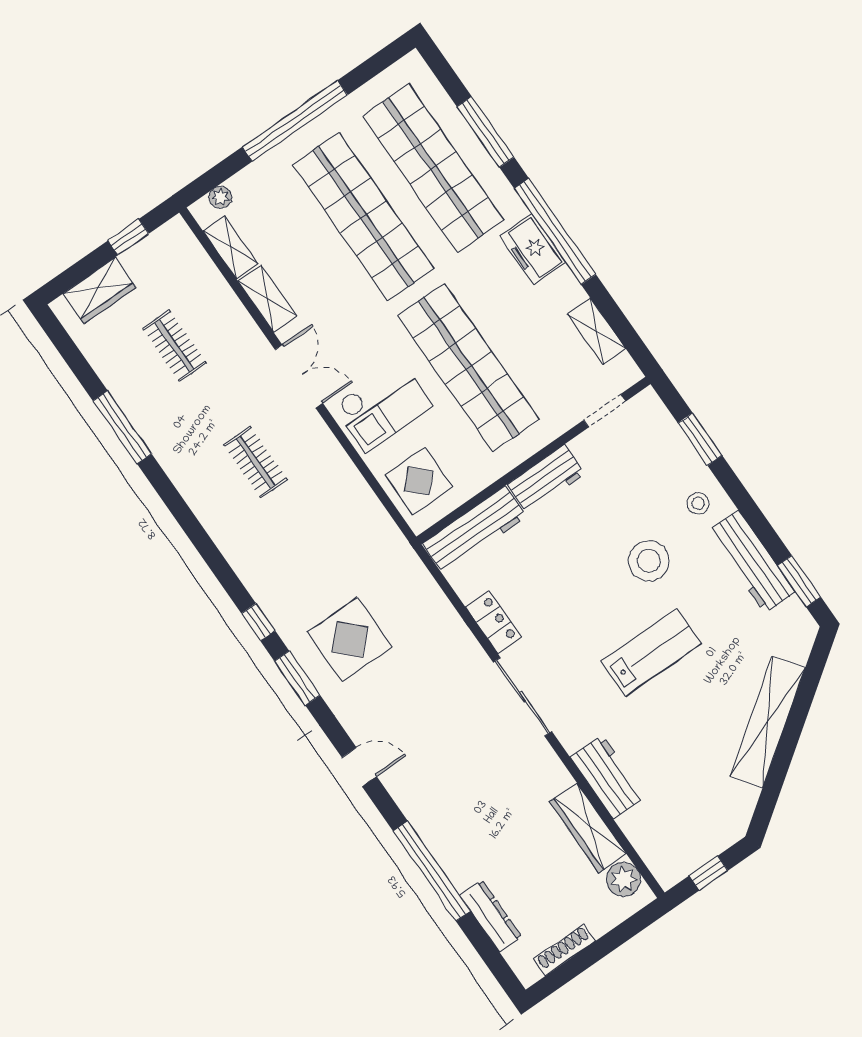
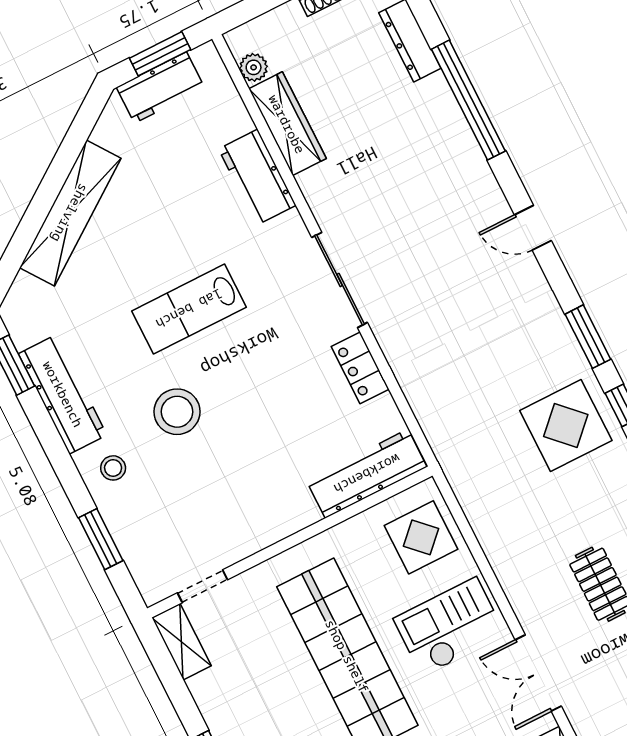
shelving: (597, 331) -> (181, 642), moved
workbench: (546, 479) -> (161, 88), moved, turned 180
display table: (350, 640) -> (566, 426), moved
window: (709, 873) -> (160, 54), width x1.50
plant: (624, 879) -> (254, 67), width x0.73, depth x0.73

